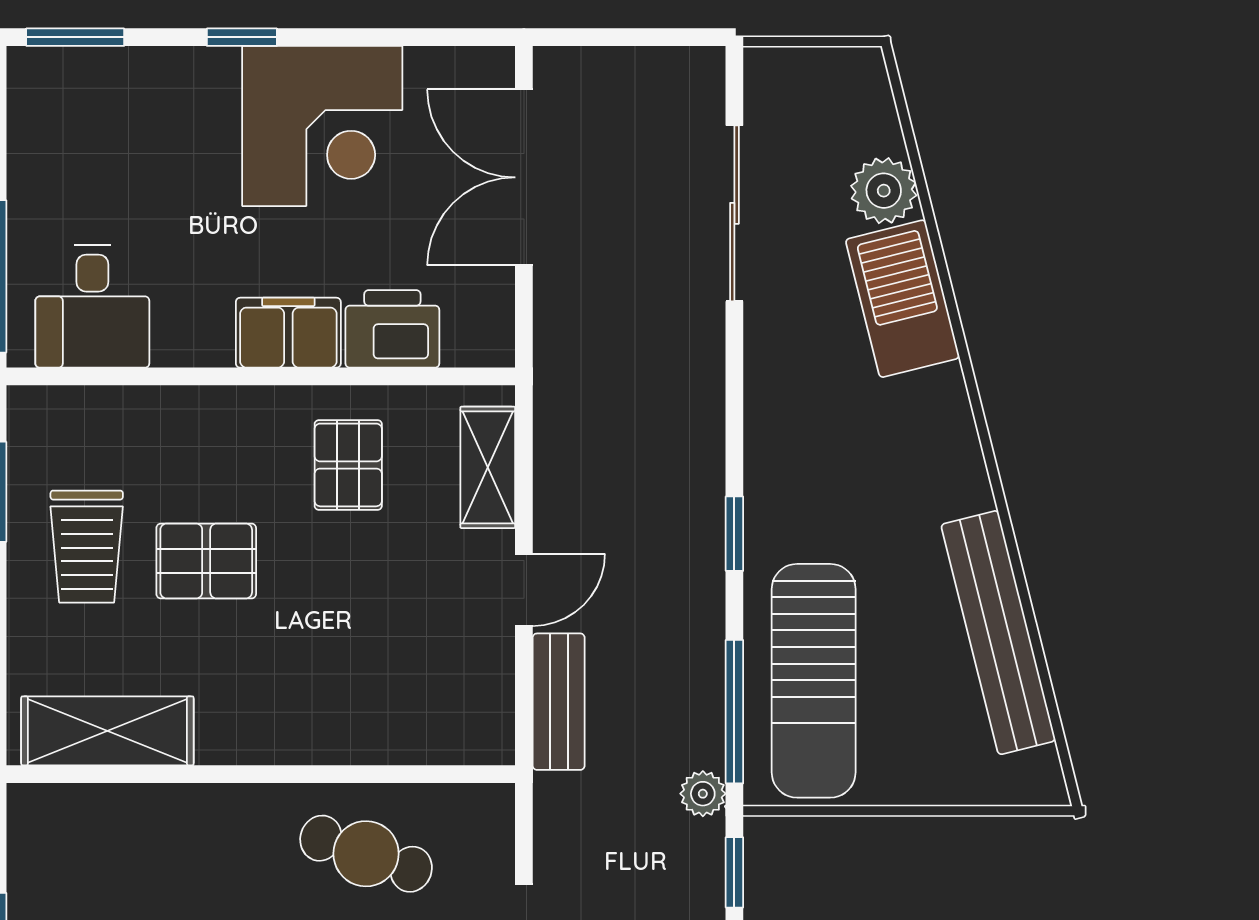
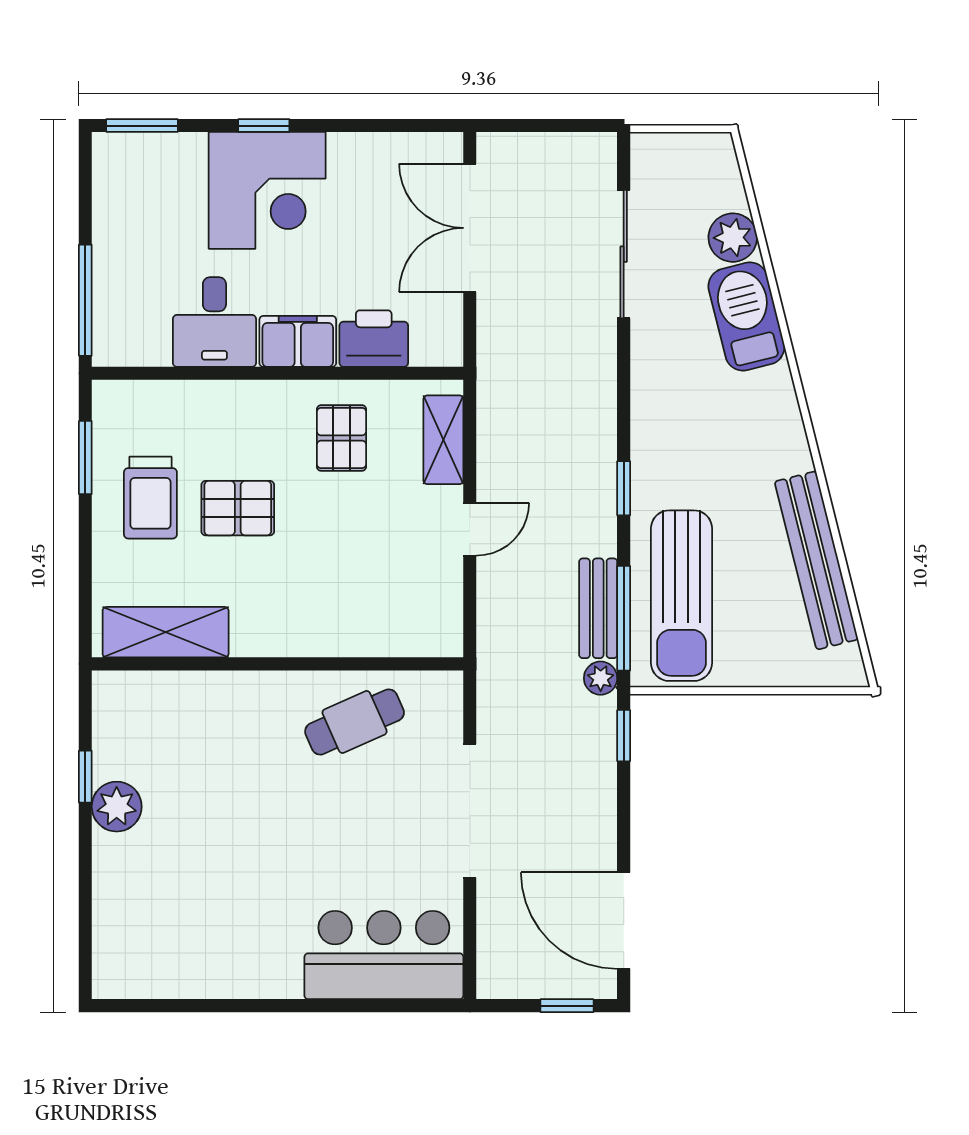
corner desk: (322, 126) -> (267, 190), moved
desk: (92, 306) -> (214, 322), moved
bench: (559, 702) -> (598, 608), moved
cafe table: (366, 854) -> (355, 722), turned -43

